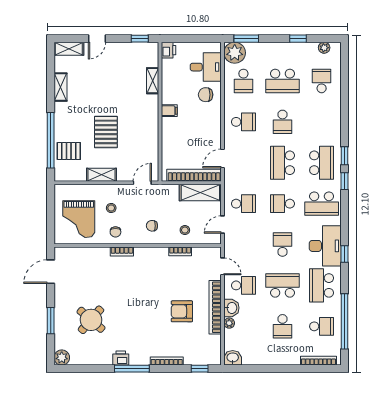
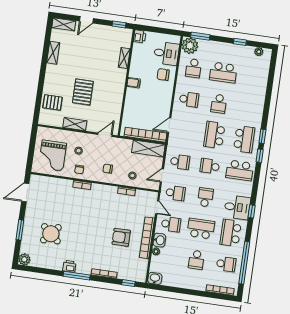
school desk: (322, 81) -> (176, 193), moved, turned 90
window: (51, 140) -> (40, 92), removed
desk: (325, 246) -> (237, 207), width x0.73

